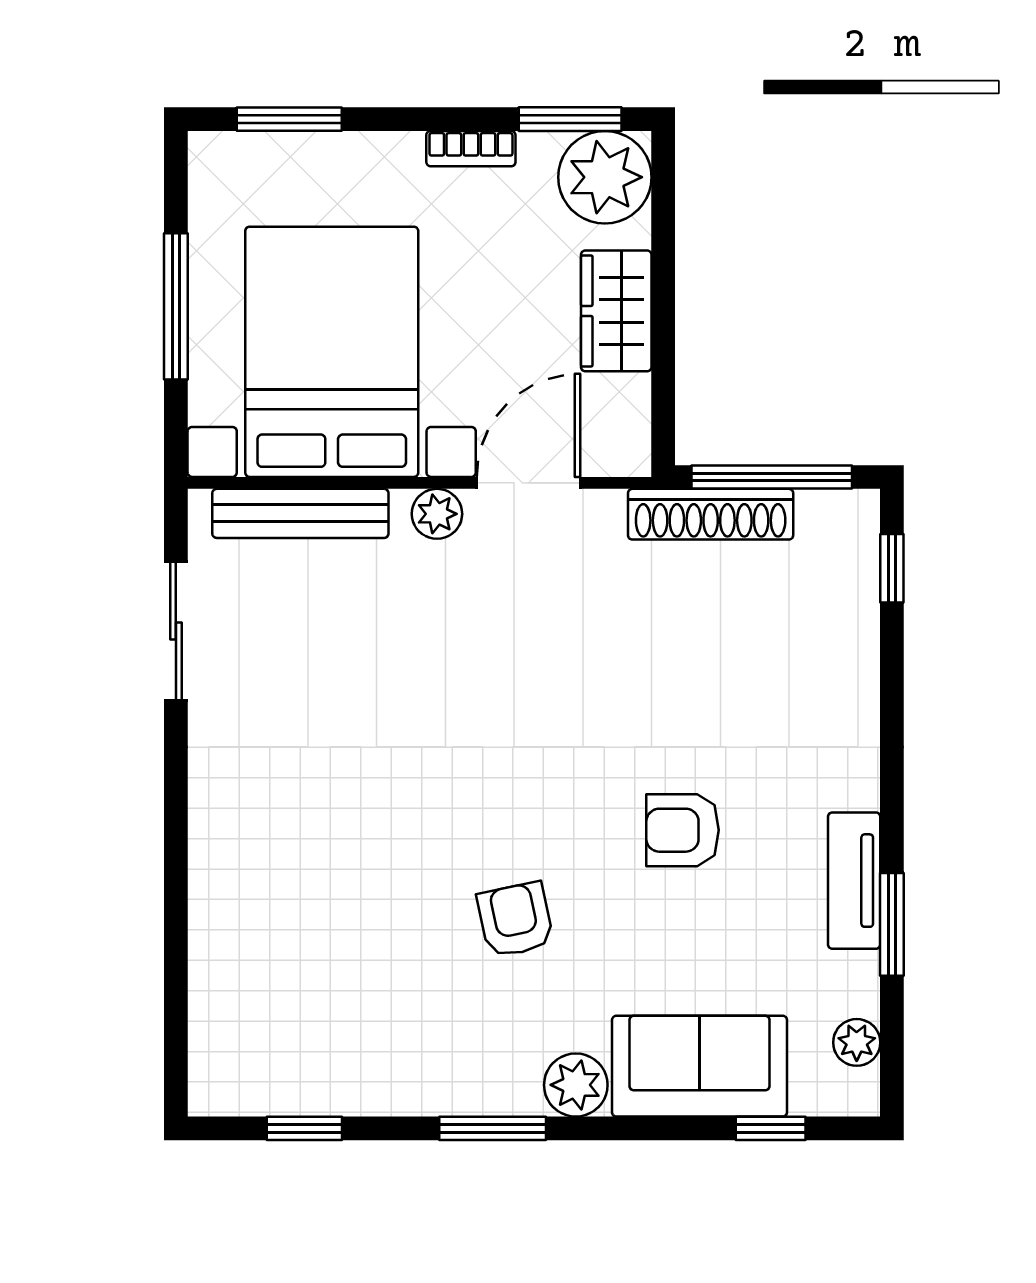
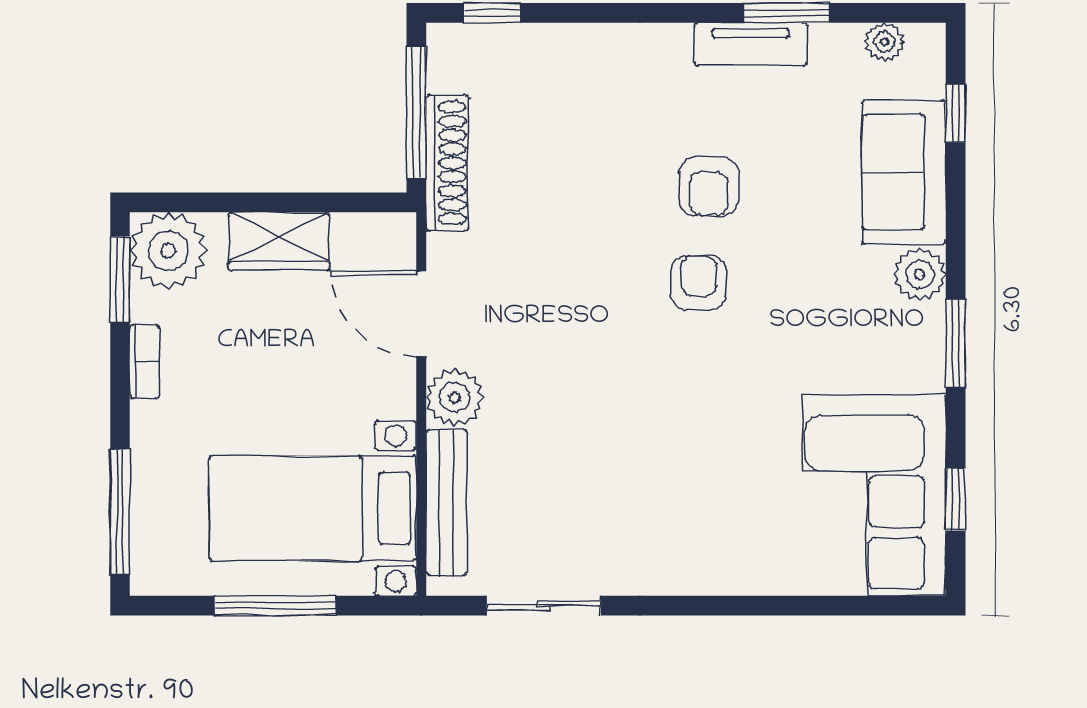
window: (289, 119) -> (120, 512), width x1.44
bed with nightstands: (332, 352) -> (313, 508), width x0.73
plant: (437, 514) -> (455, 397), width x1.38, depth x1.38
armchair: (515, 920) -> (699, 283), moved, turned 102
corner sofa: (309, 1030) -> (874, 495), added

